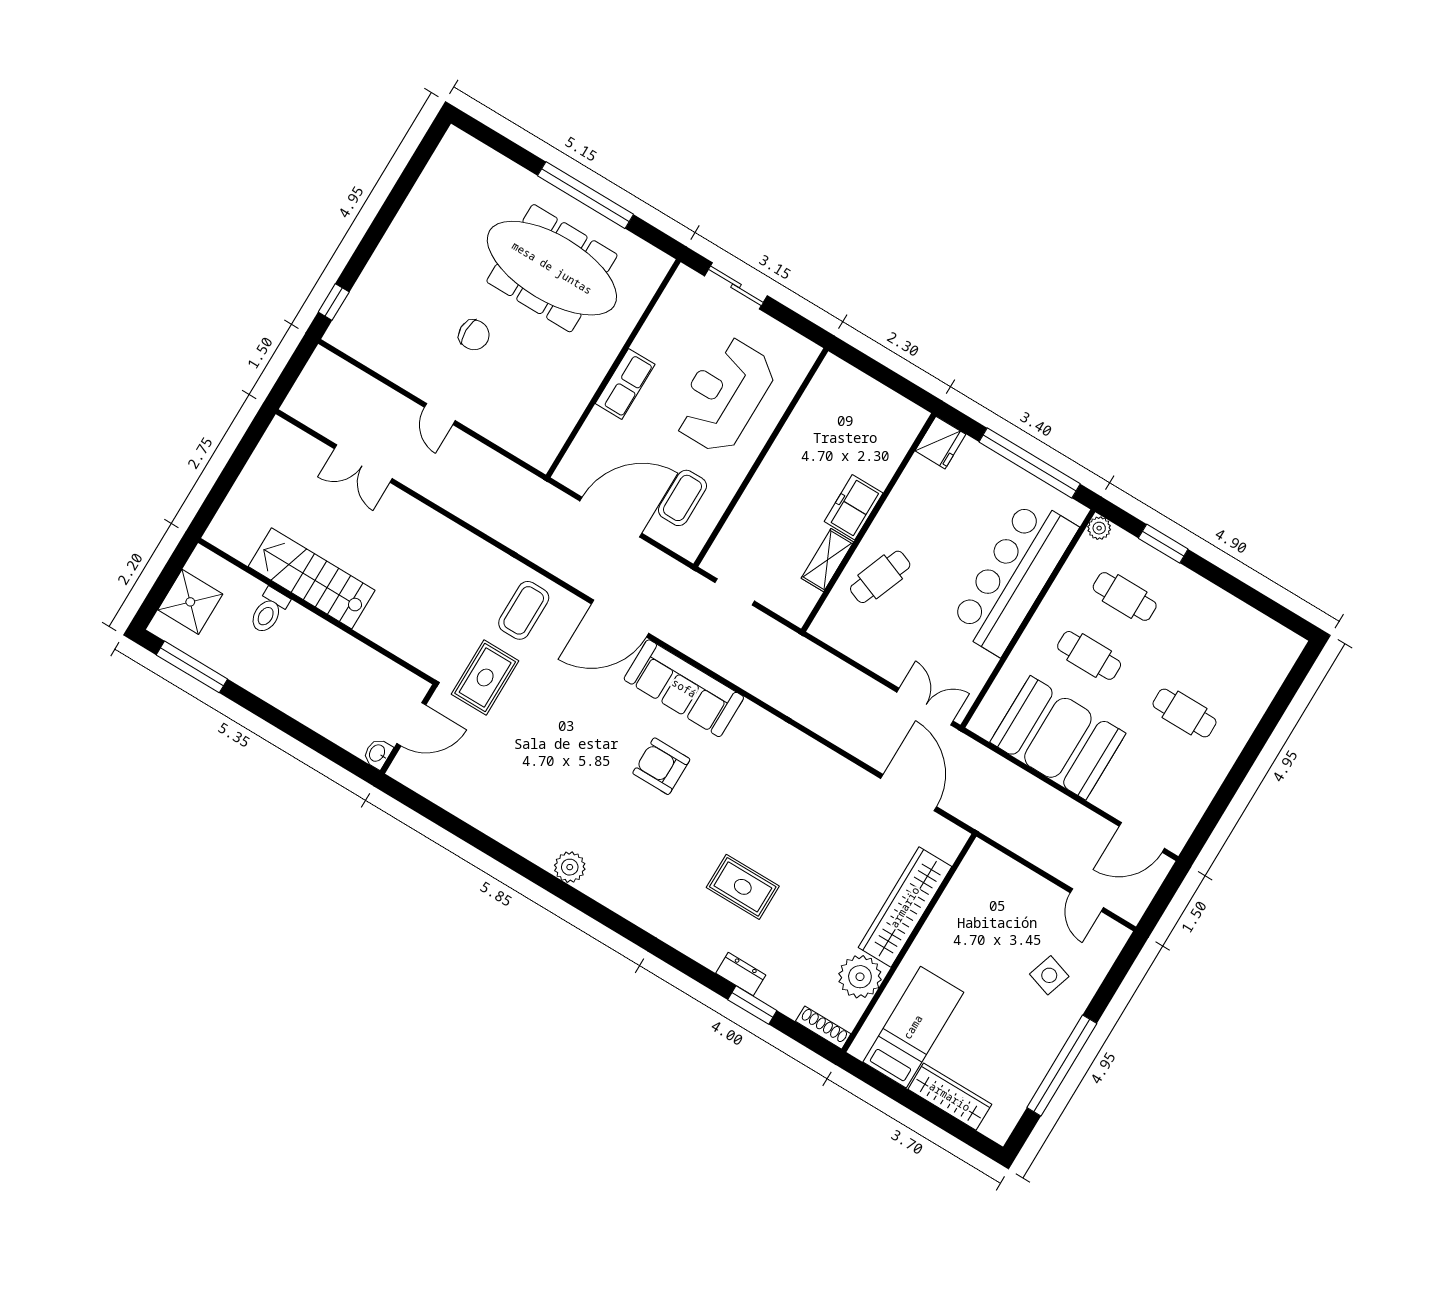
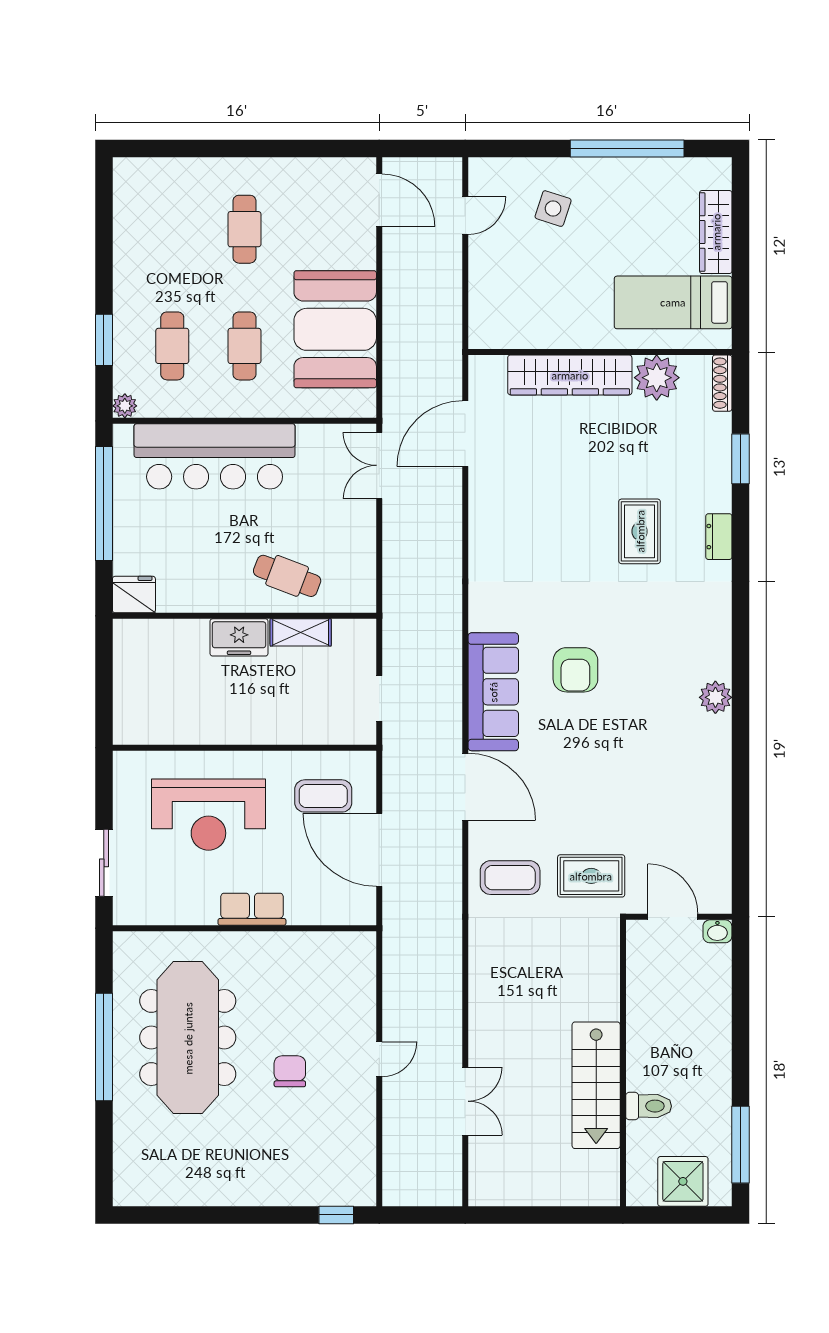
dresser: (741, 974) -> (719, 537), moved

